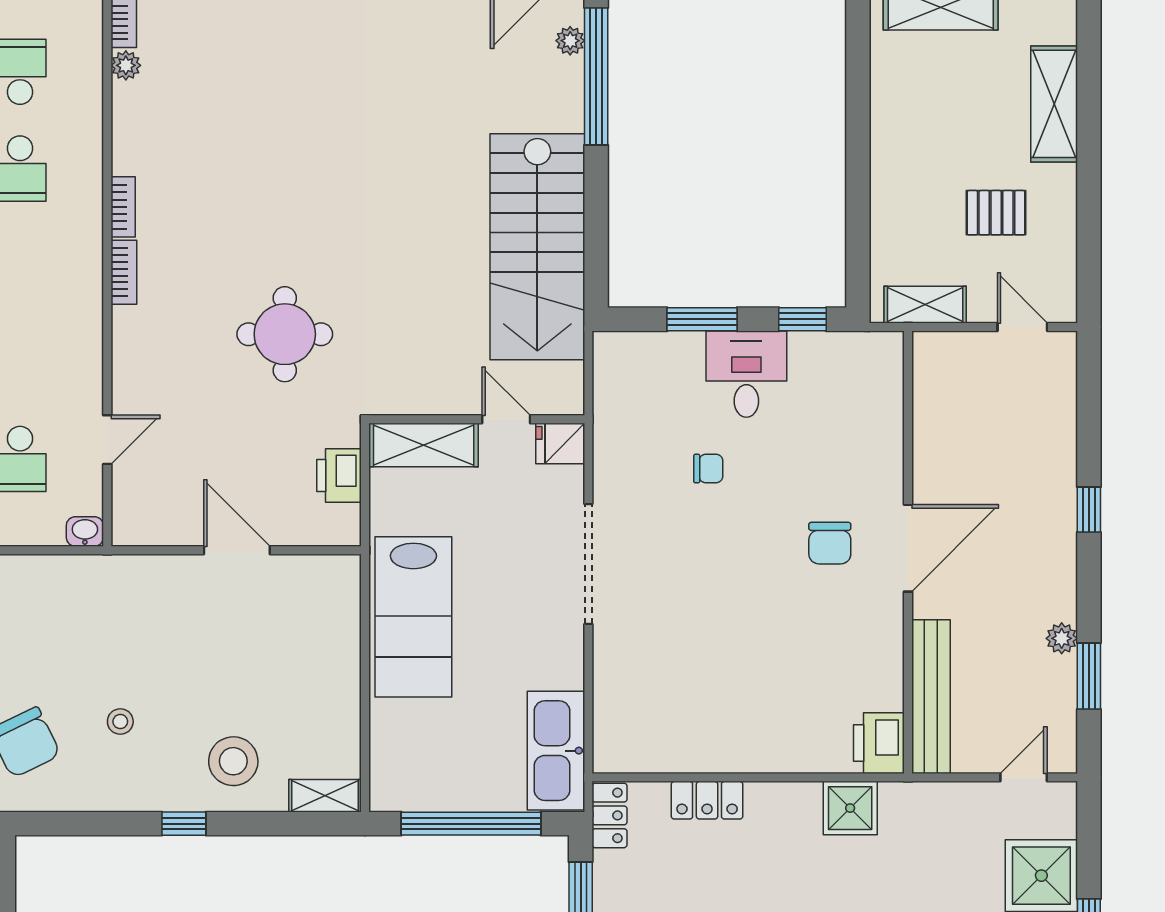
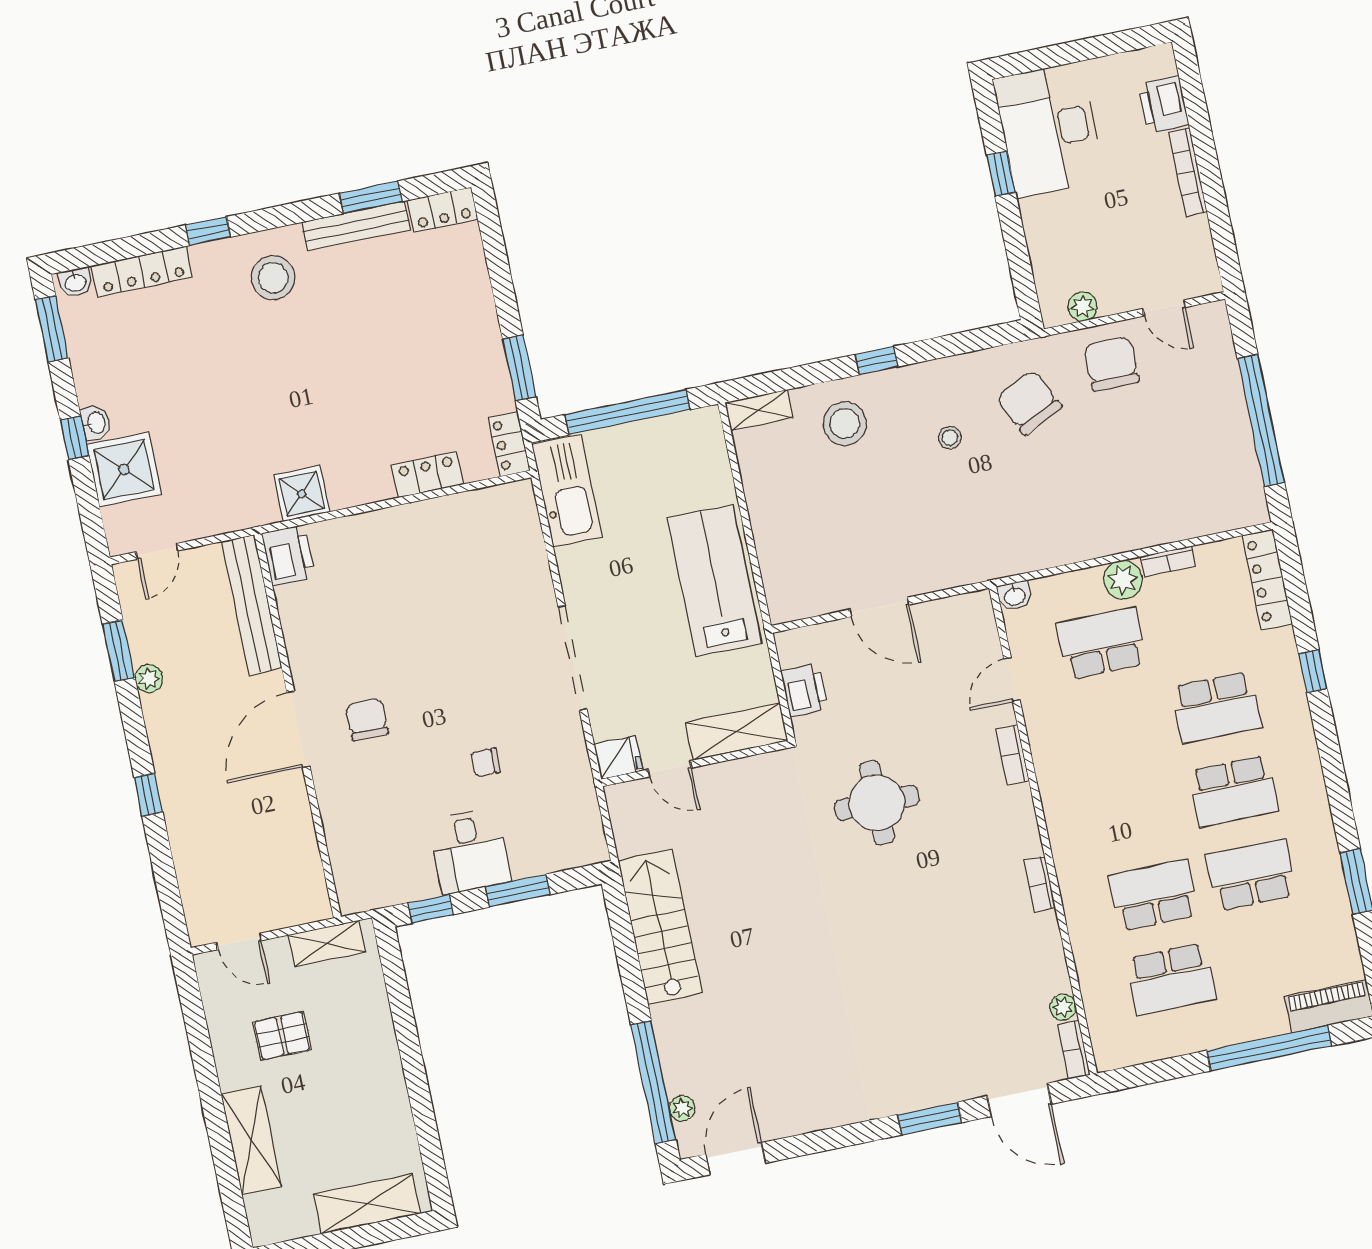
stairs: (537, 247) -> (660, 927), width x0.73, depth x0.66
bookcase: (124, 272) -> (1012, 755), moved

